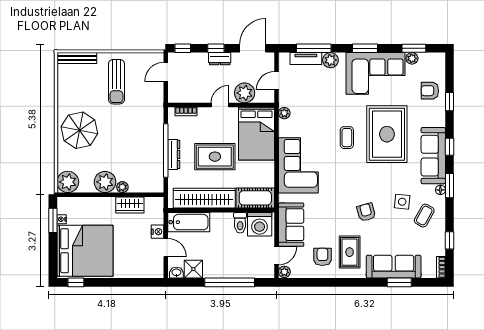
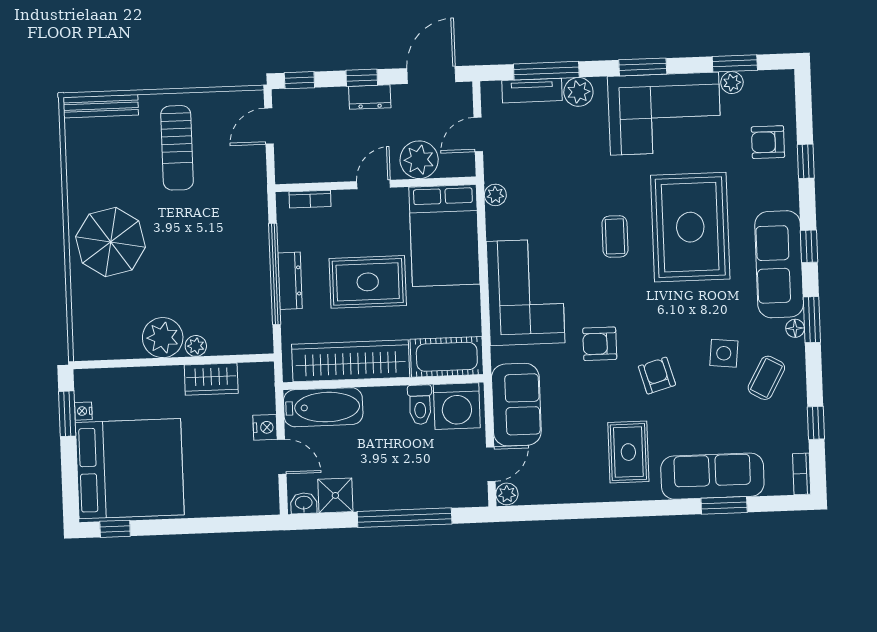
plant: (68, 182) -> (93, 340), removed
armchair: (322, 257) -> (600, 344), moved, turned -90

